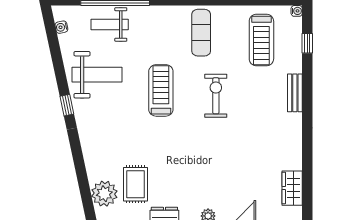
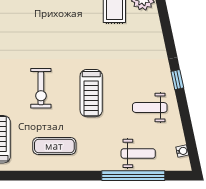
exercise mat: (201, 33) -> (54, 146), turned 90
weight bench: (97, 75) -> (150, 107), width x0.73, depth x0.75

